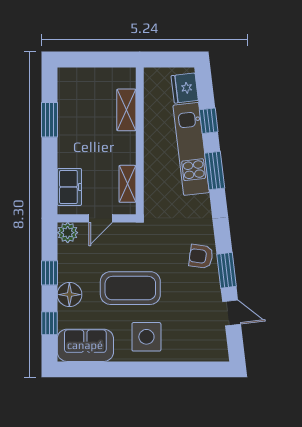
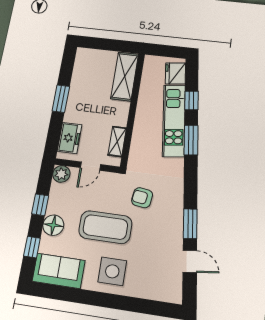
shelving: (126, 110) -> (125, 76), width x1.50, depth x1.33
window: (49, 120) -> (61, 99), moved
armchair: (201, 256) -> (142, 198), moved

